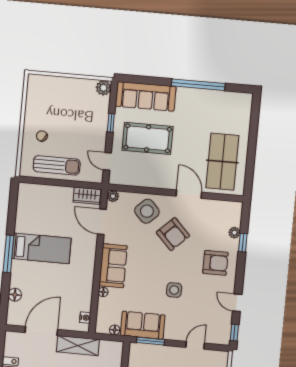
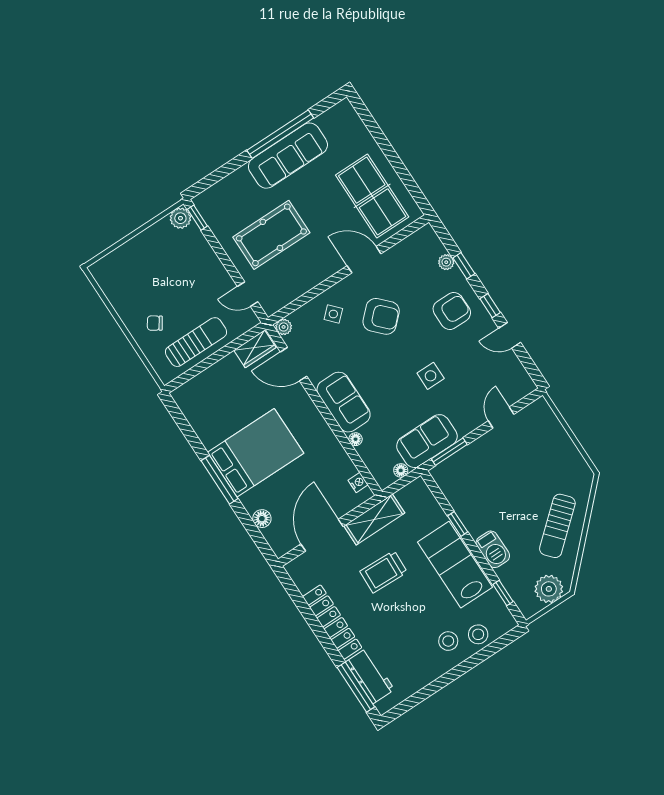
sofa: (146, 96) -> (288, 156), moved
window: (111, 123) -> (197, 218), moved
side table: (147, 211) -> (333, 314), width x0.54, depth x0.54
bed: (41, 248) -> (256, 453), width x1.50
window: (234, 333) -> (490, 306), moved

